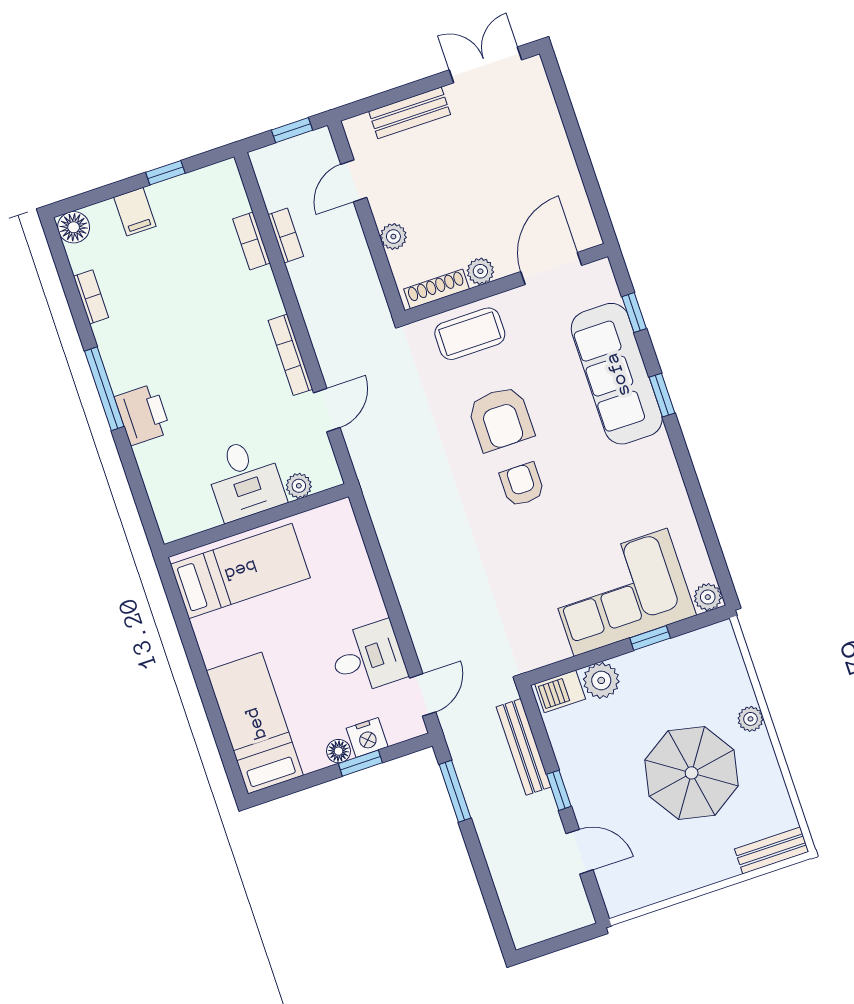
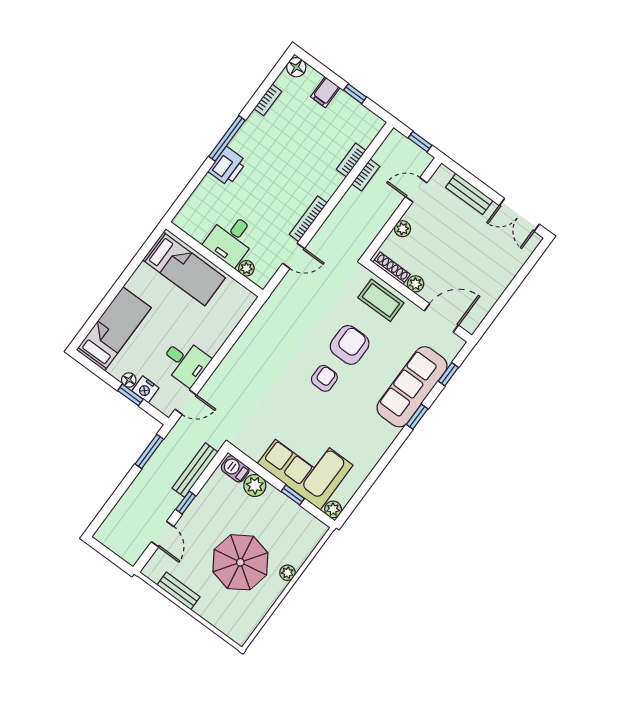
double door: (486, 65) -> (519, 215), swing flipped
armchair: (501, 419) -> (350, 345), turned 180
bench: (772, 850) -> (178, 591), moved

